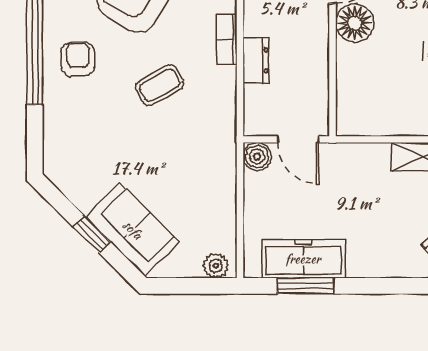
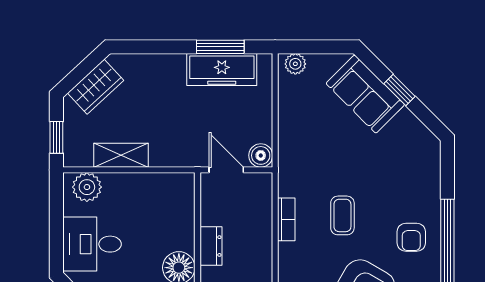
bookcase: (227, 39) -> (286, 219), moved
dresser: (256, 60) -> (211, 246), moved, turned 180
coffee table: (160, 85) -> (342, 215), turned -61

